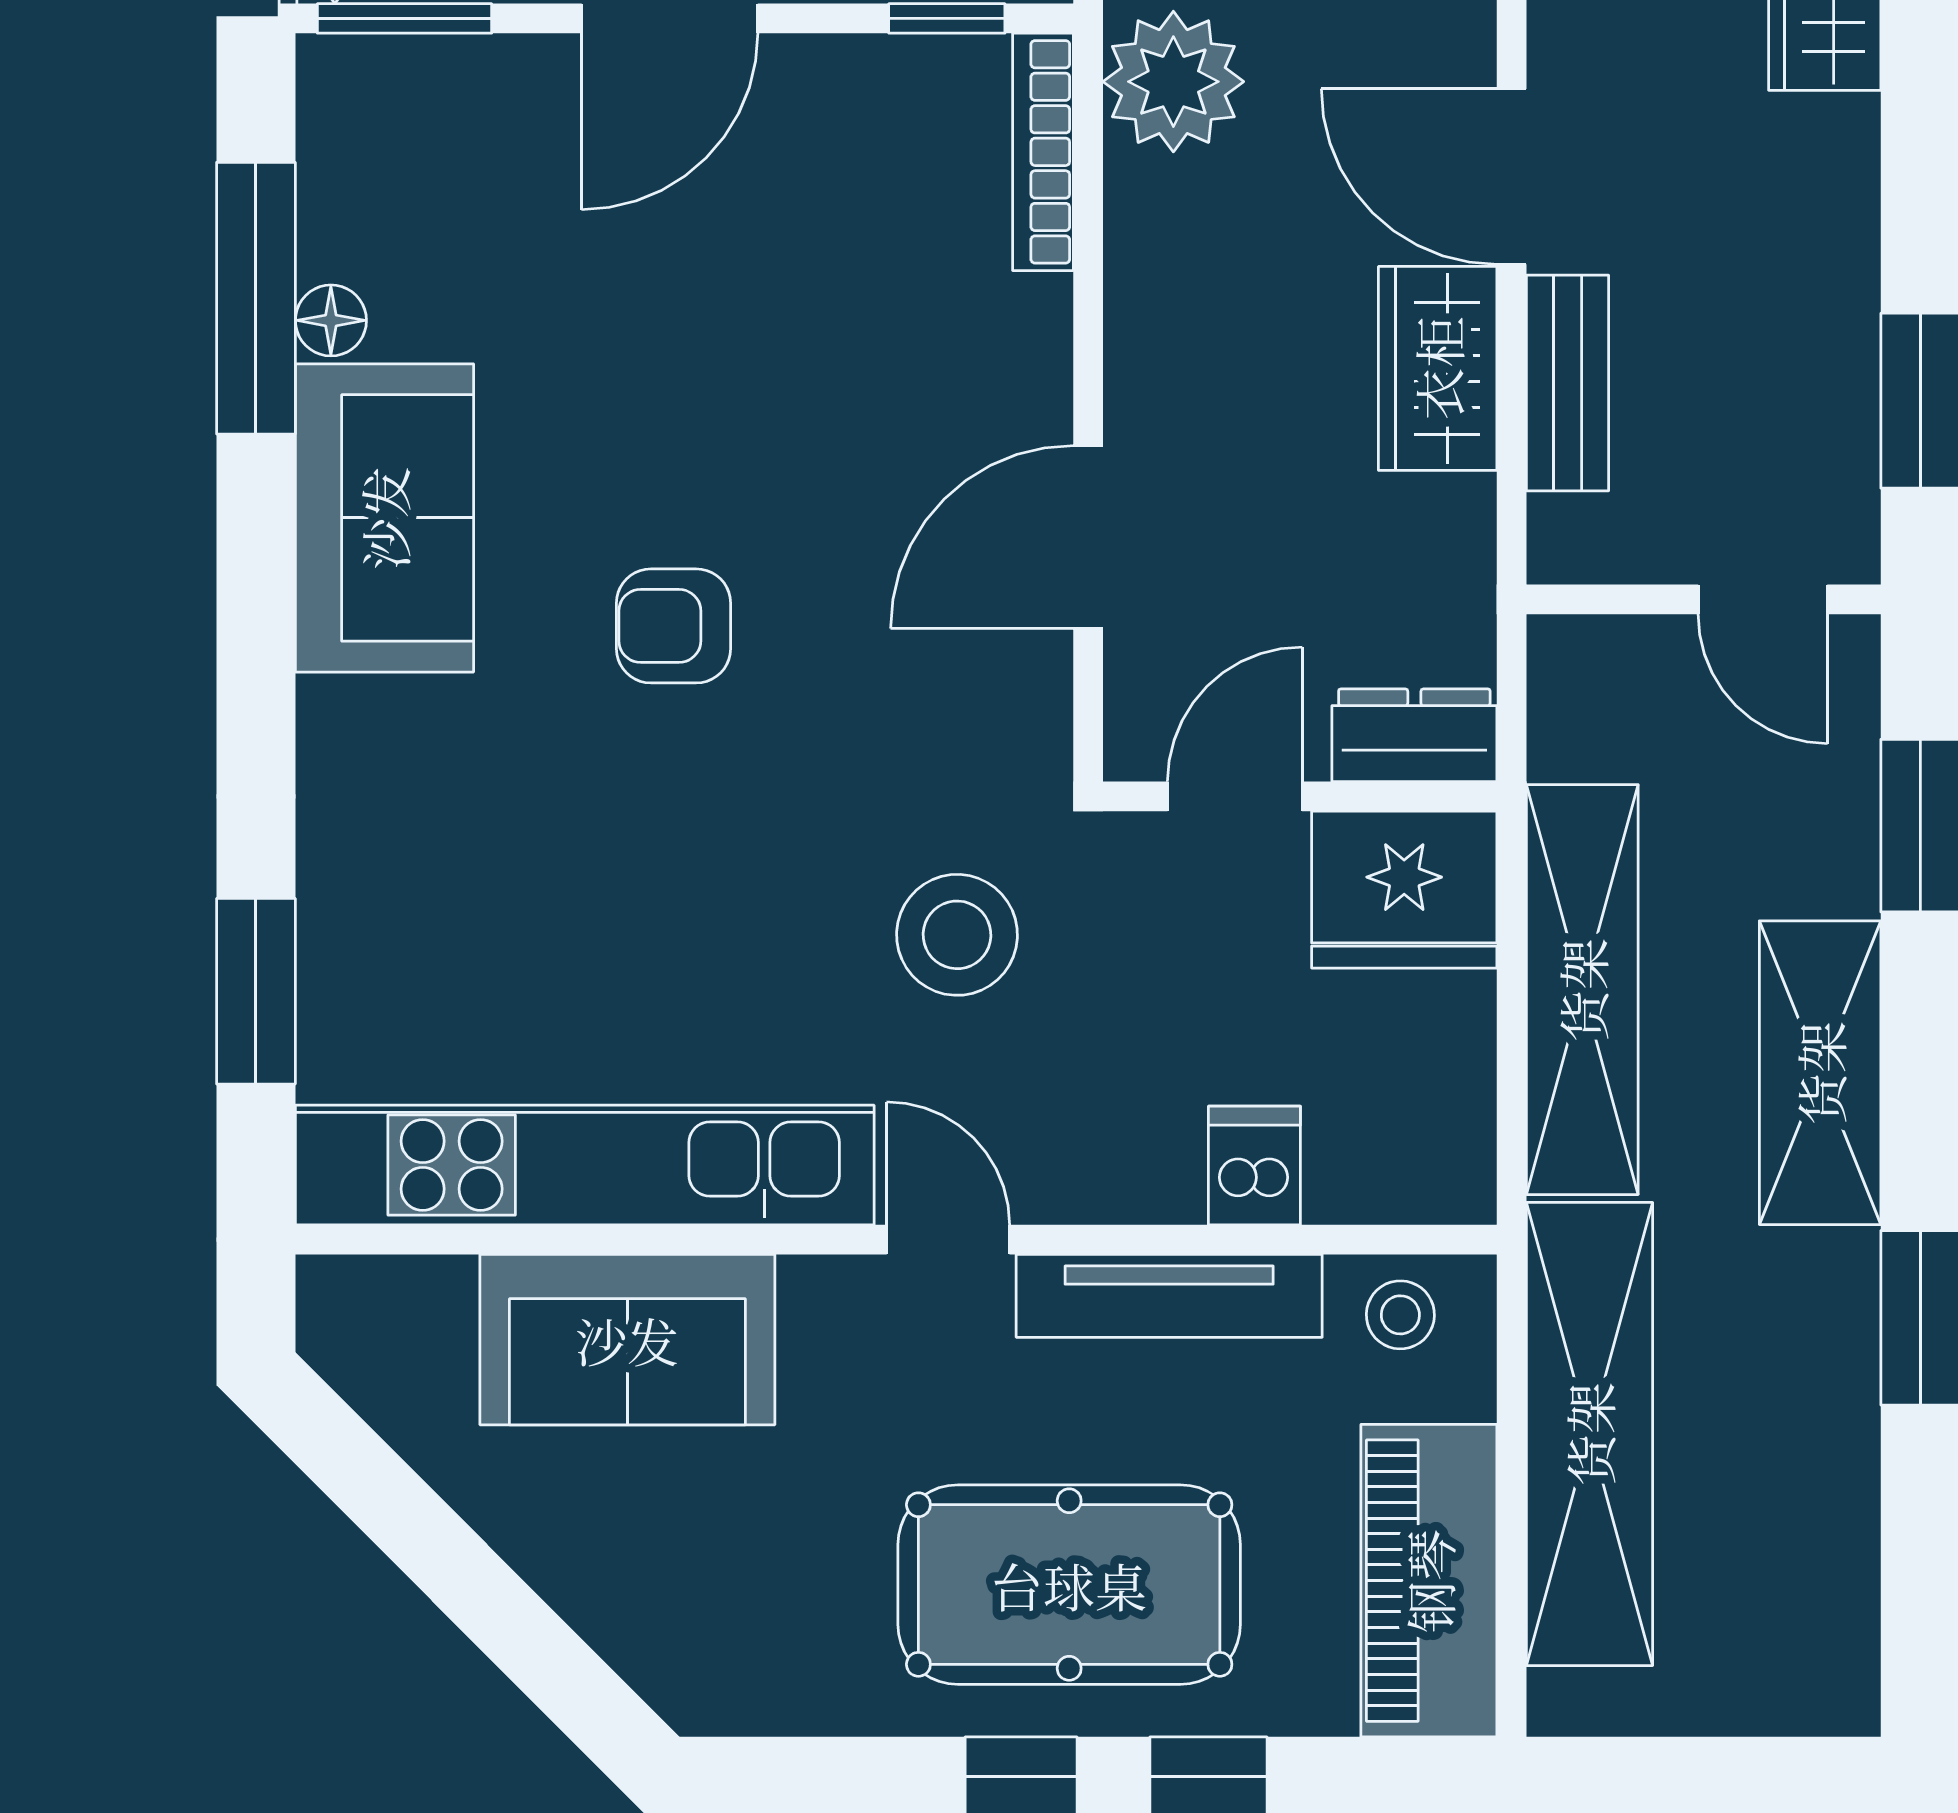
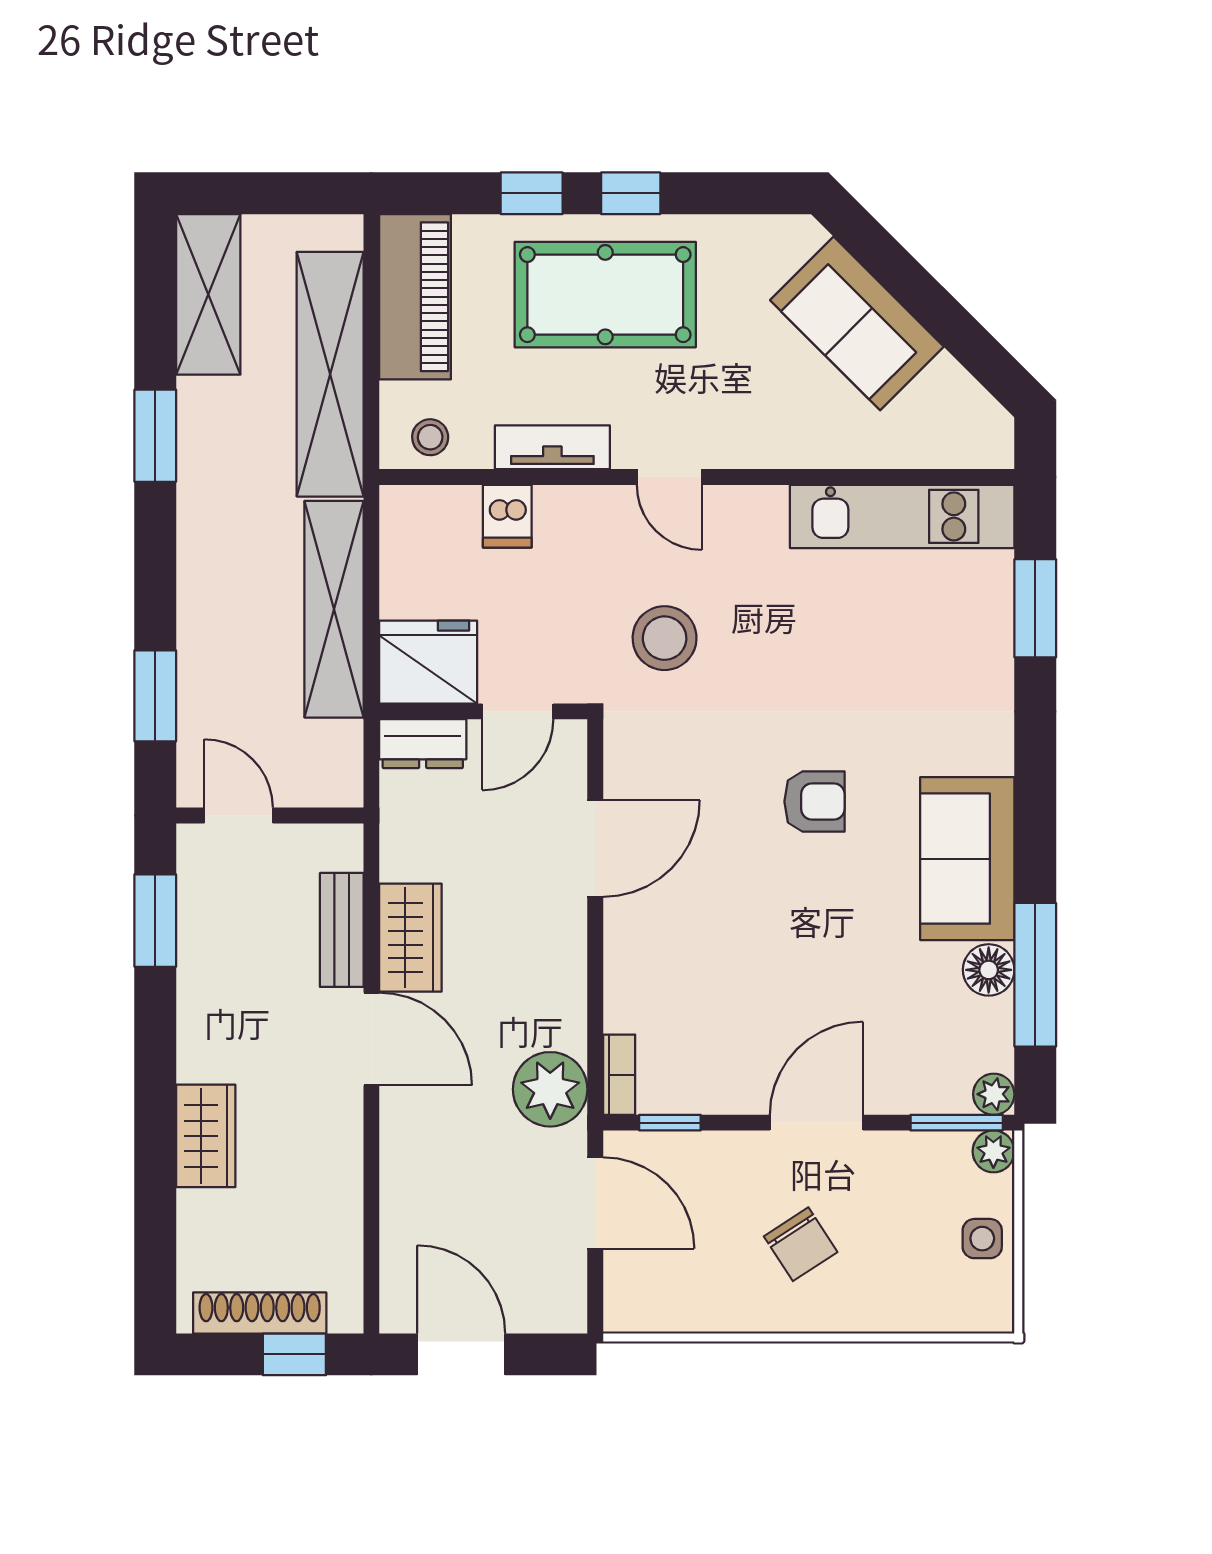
plant: (334, 72) -> (994, 1094), added
bookcase: (1043, 152) -> (619, 1075), width x0.64
floor lamp: (331, 320) -> (989, 970), width x1.37, depth x1.37
shelving: (1820, 1073) -> (208, 294), moved
kitchen unit: (585, 1165) -> (902, 516), width x0.73
tv unit: (1169, 1296) -> (552, 447), width x0.71
sofa: (627, 1340) -> (857, 323), moved, turned -135

